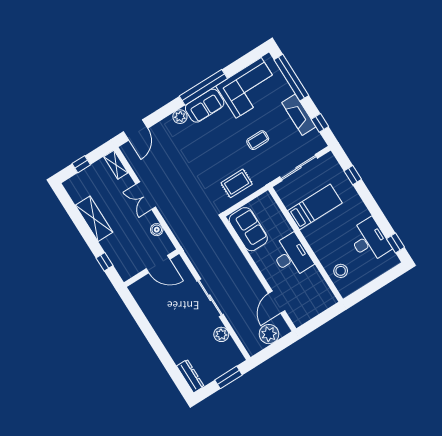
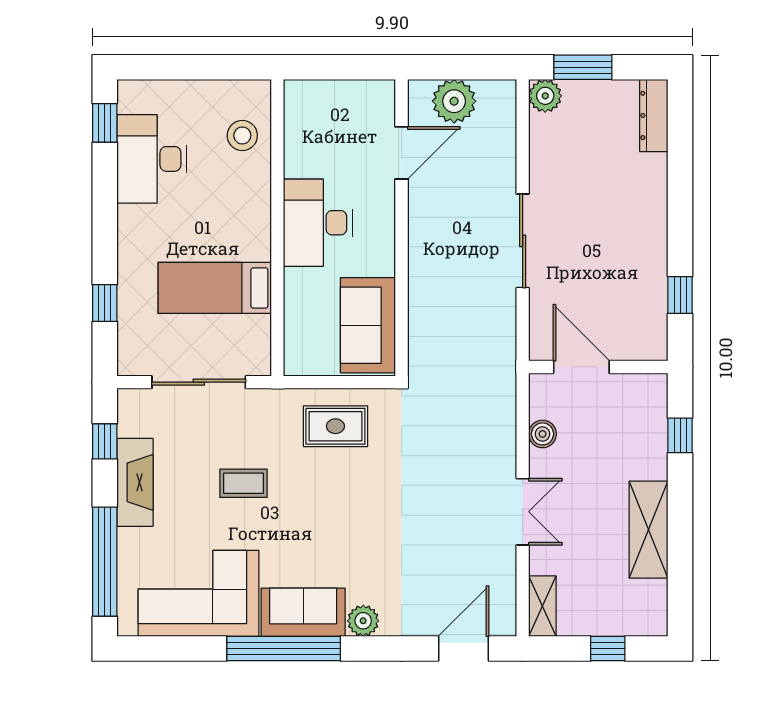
window: (138, 315) -> (680, 295), added
plant: (221, 334) -> (545, 96), moved

